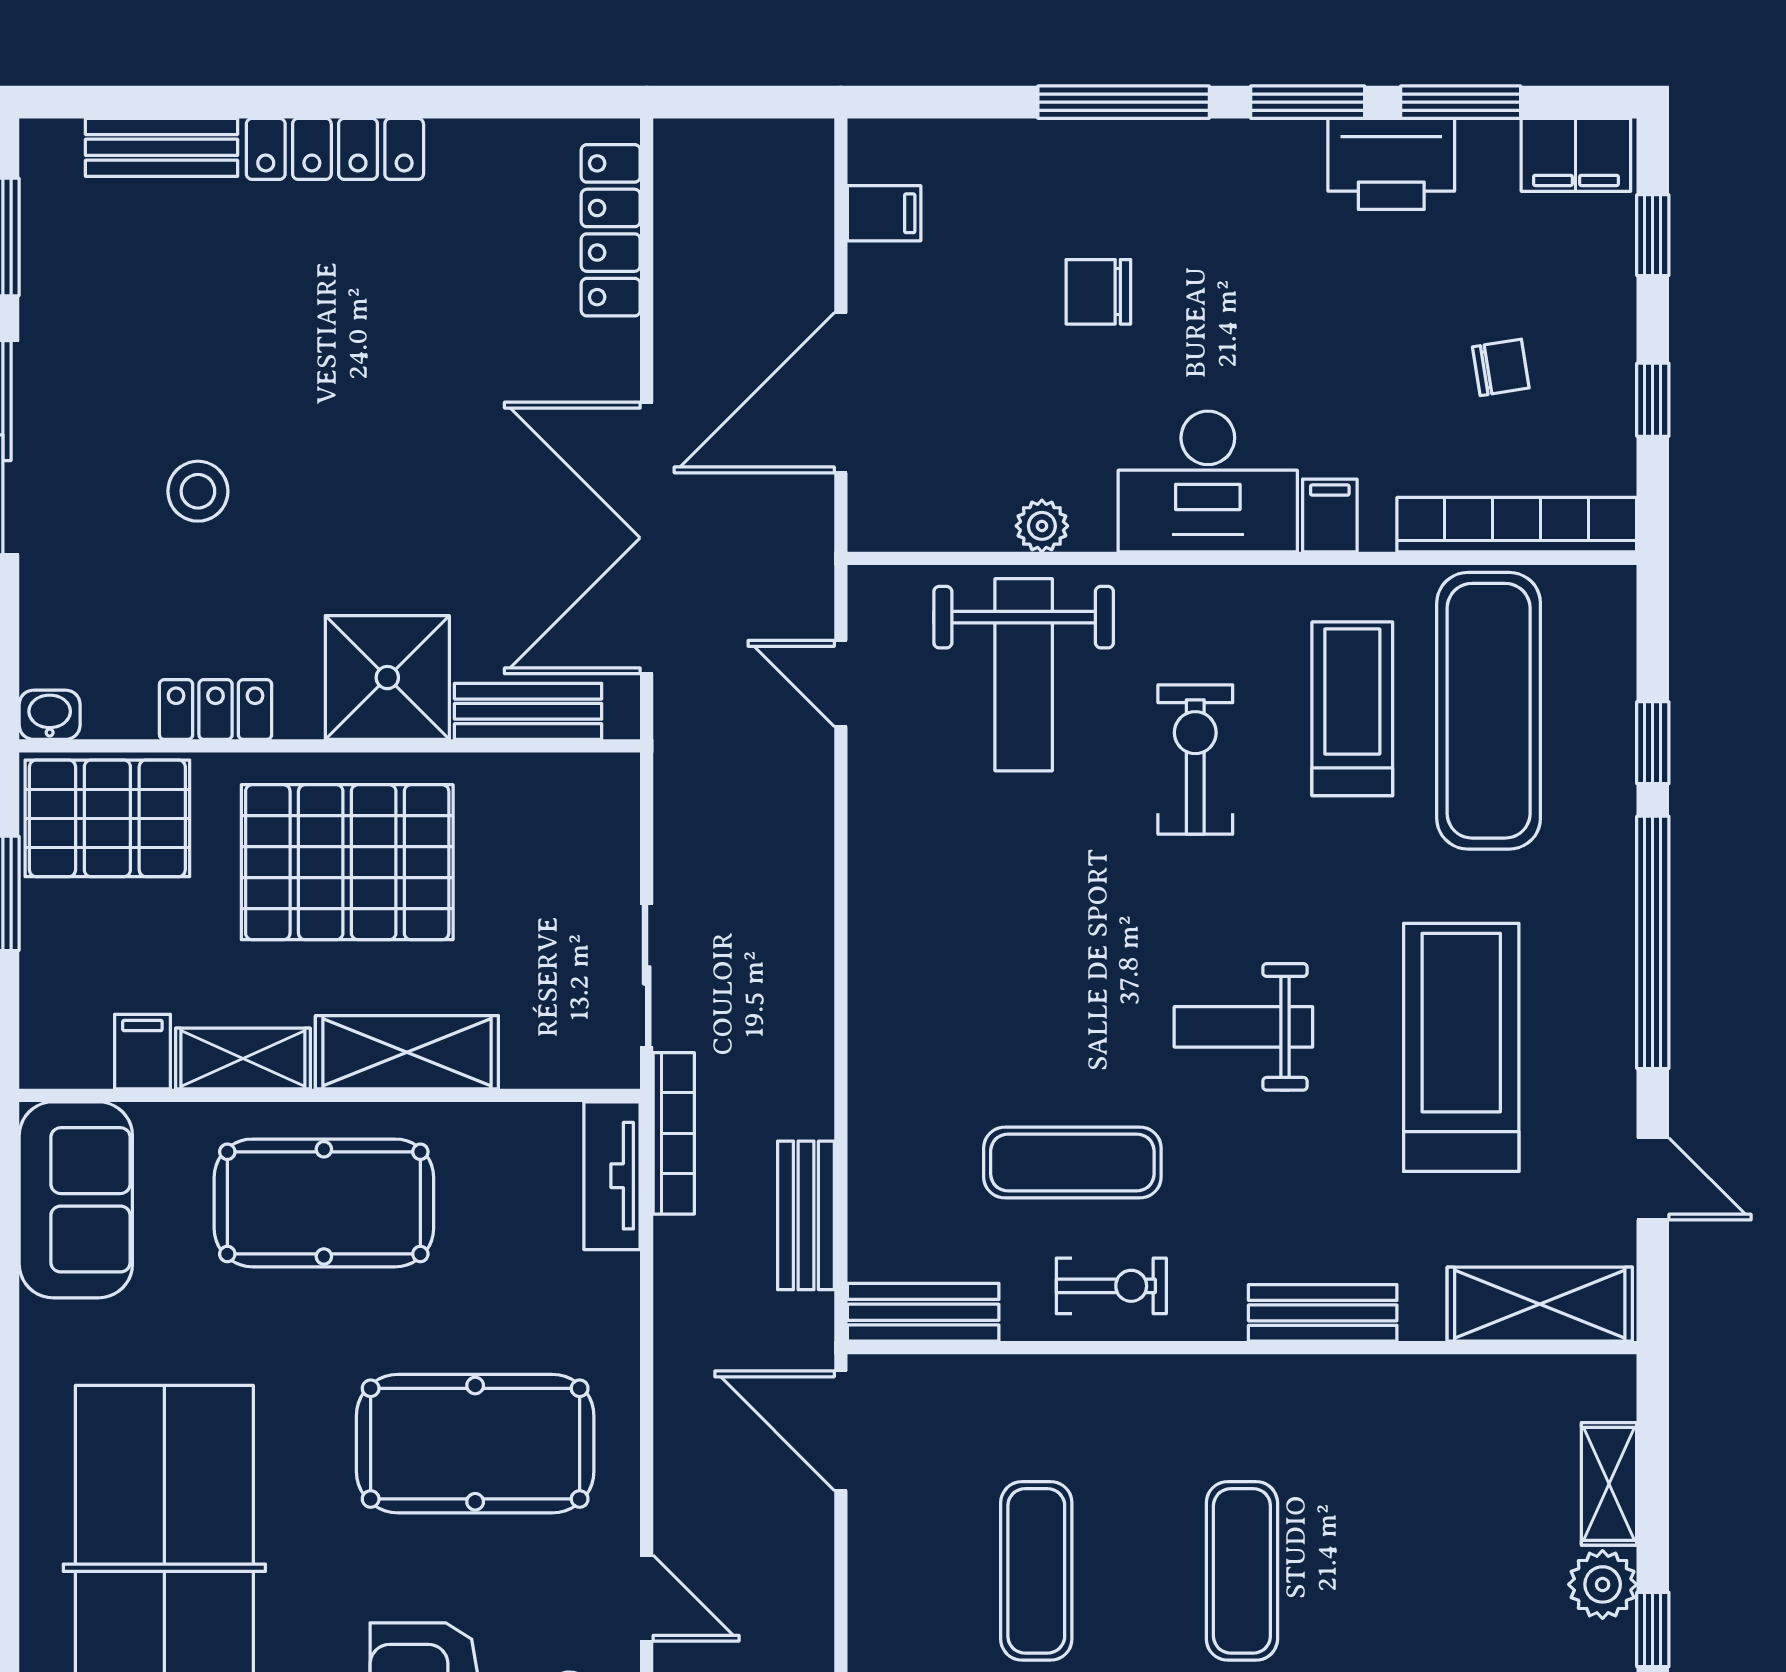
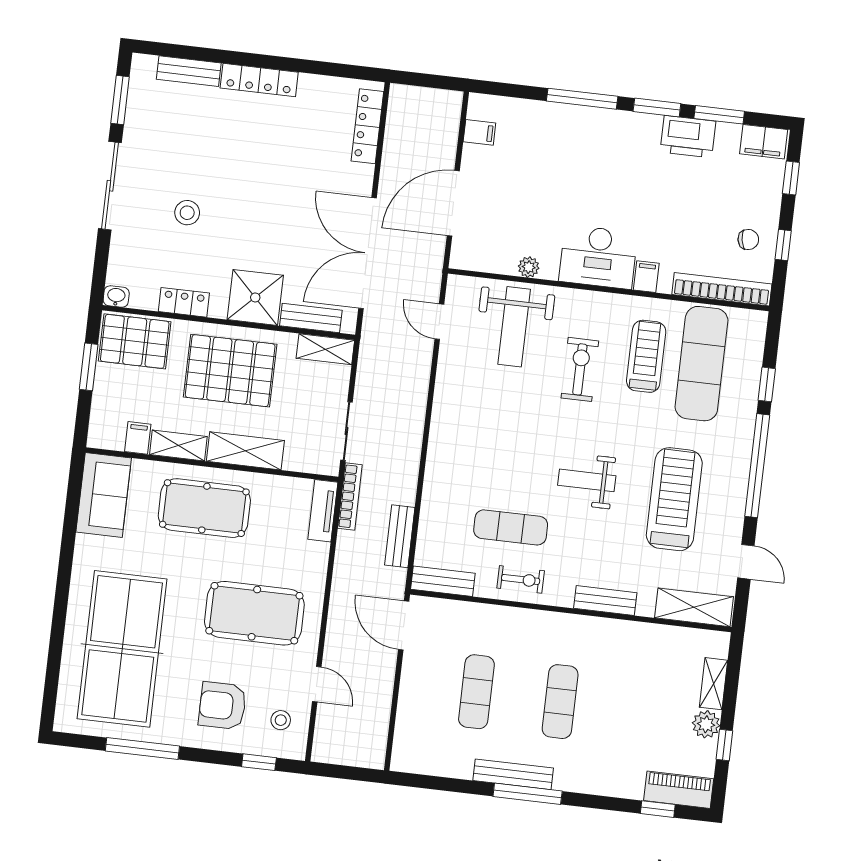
chair: (1098, 292) -> (563, 175), removed
chair: (1501, 367) -> (748, 240), moved
shelving: (572, 783) -> (325, 349), added

